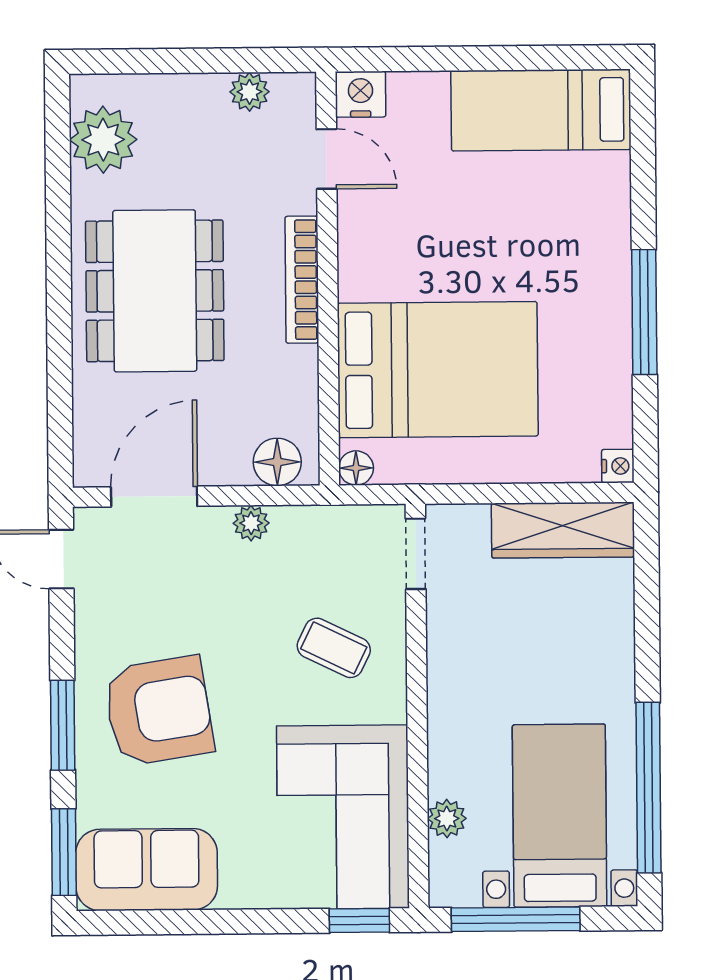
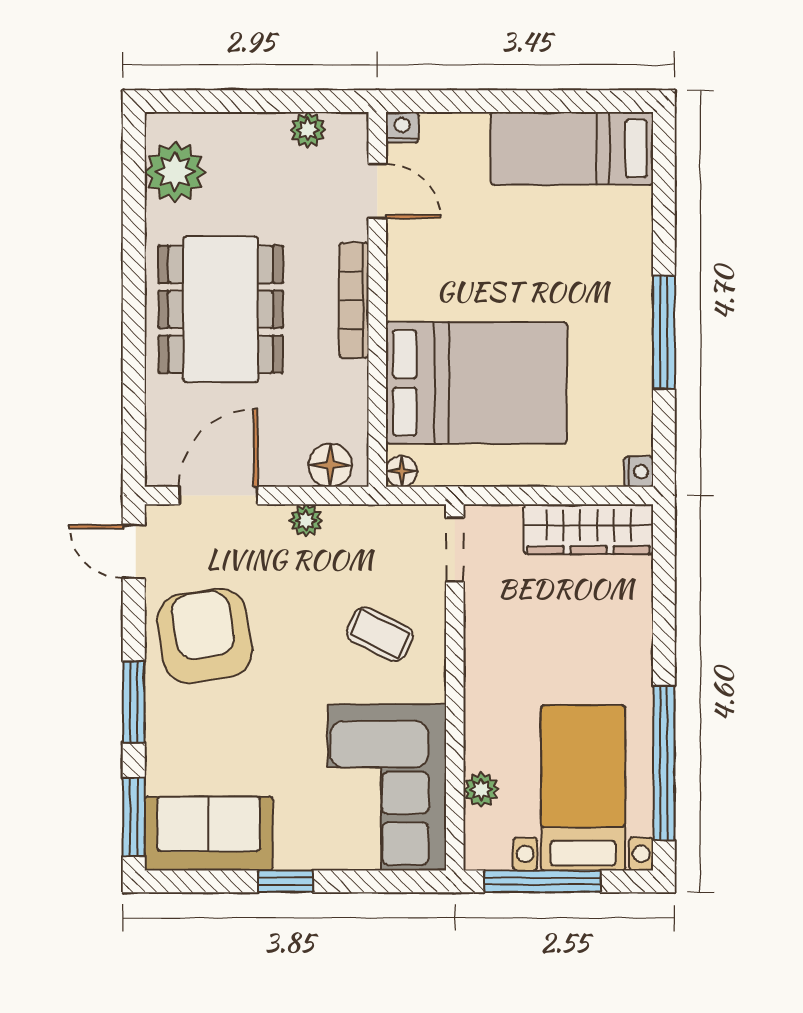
nightstand: (361, 94) -> (402, 127), width x0.72, depth x0.74
armchair: (159, 711) -> (205, 636), moved, turned -90
window: (359, 921) -> (285, 881), moved

